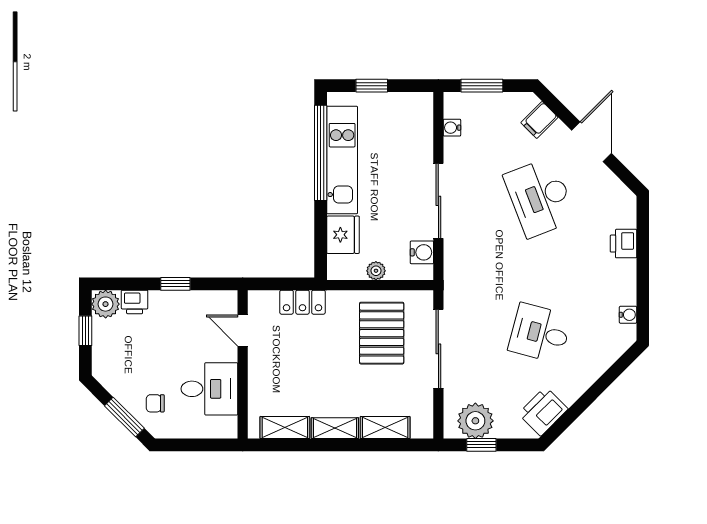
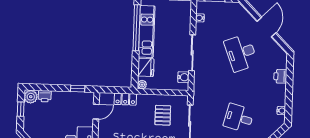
filing cabinet: (539, 120) -> (242, 16), removed
plant: (376, 271) -> (142, 85), moved
window: (175, 284) -> (78, 89), moved
door: (243, 330) -> (96, 112), swing flipped
pallet: (382, 333) -> (163, 115), width x0.67, depth x0.71

